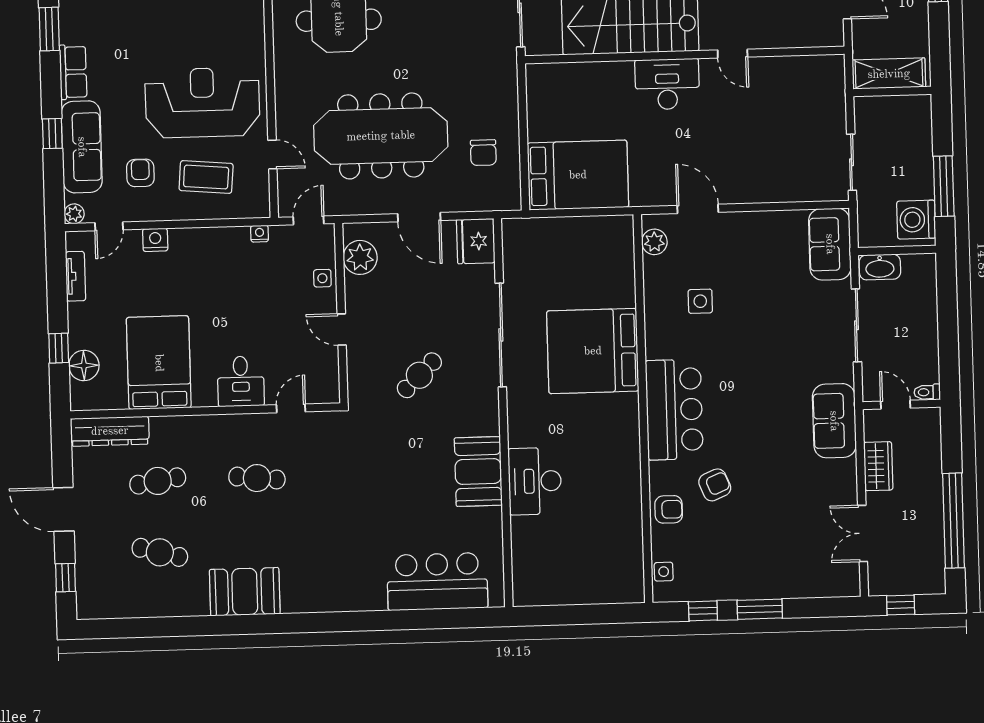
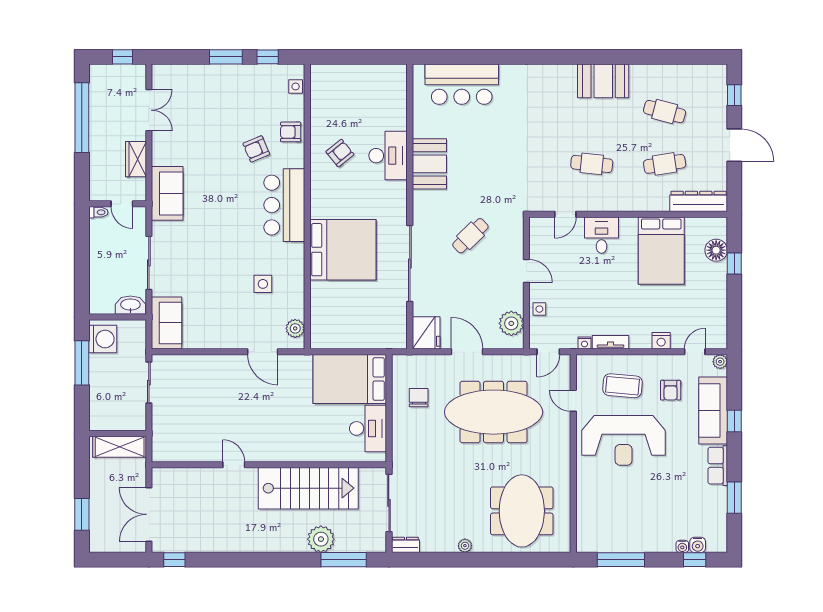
desk: (667, 84) -> (368, 428), moved, turned -90
tv unit: (75, 276) -> (610, 342), moved, turned 90
armchair: (601, 483) -> (340, 153), added

